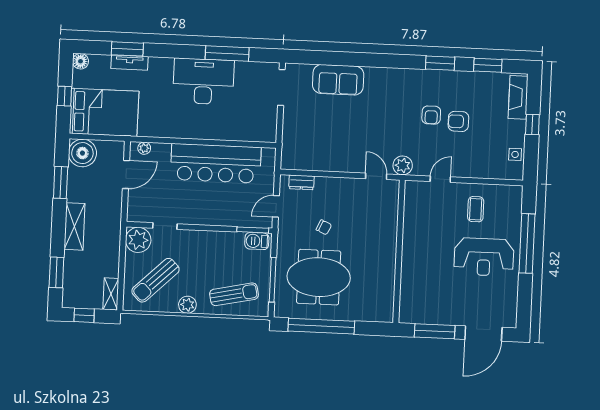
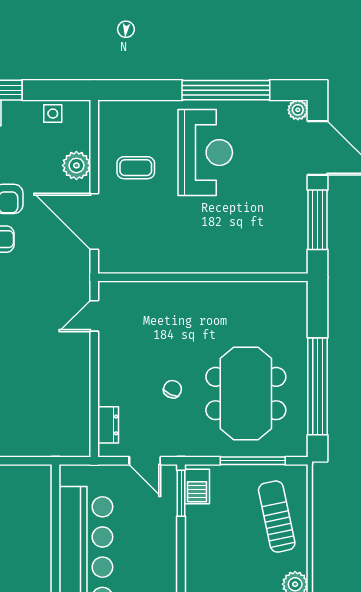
plant: (403, 165) -> (76, 165), moved
door: (440, 179) -> (94, 221), width x1.87
window: (527, 243) -> (226, 90), moved
plant: (510, 321) -> (298, 110), added

